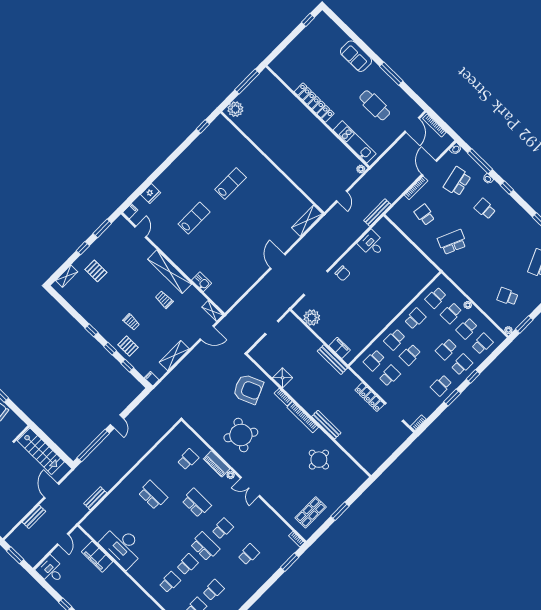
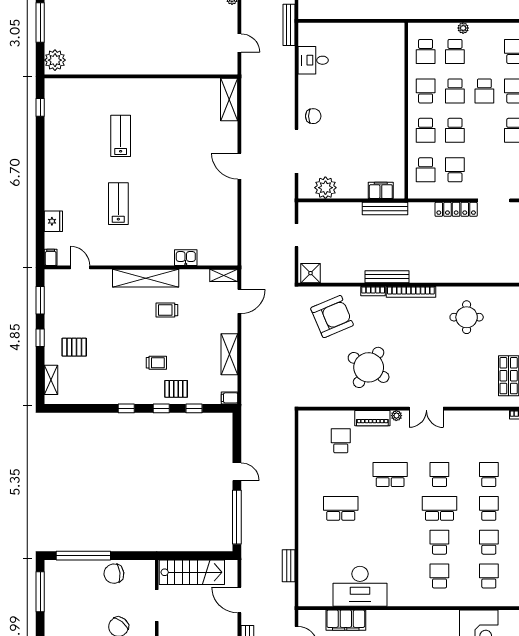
school desk: (467, 328) -> (455, 91), moved
shower: (283, 378) -> (311, 273), moved
bench: (326, 425) -> (387, 277), moved
school desk: (231, 572) -> (489, 508), added

